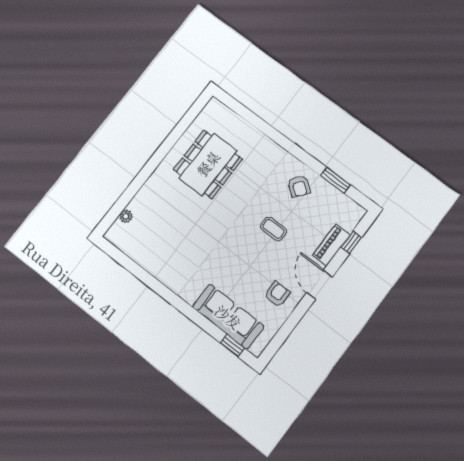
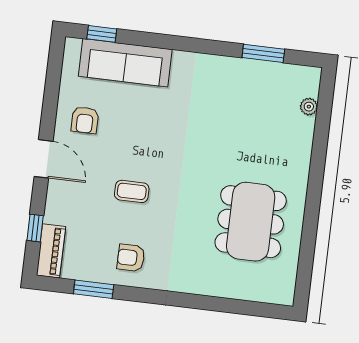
armchair: (299, 186) -> (131, 258), turned -38
piano: (331, 245) -> (51, 251), moved
window: (134, 268) -> (263, 53), added

